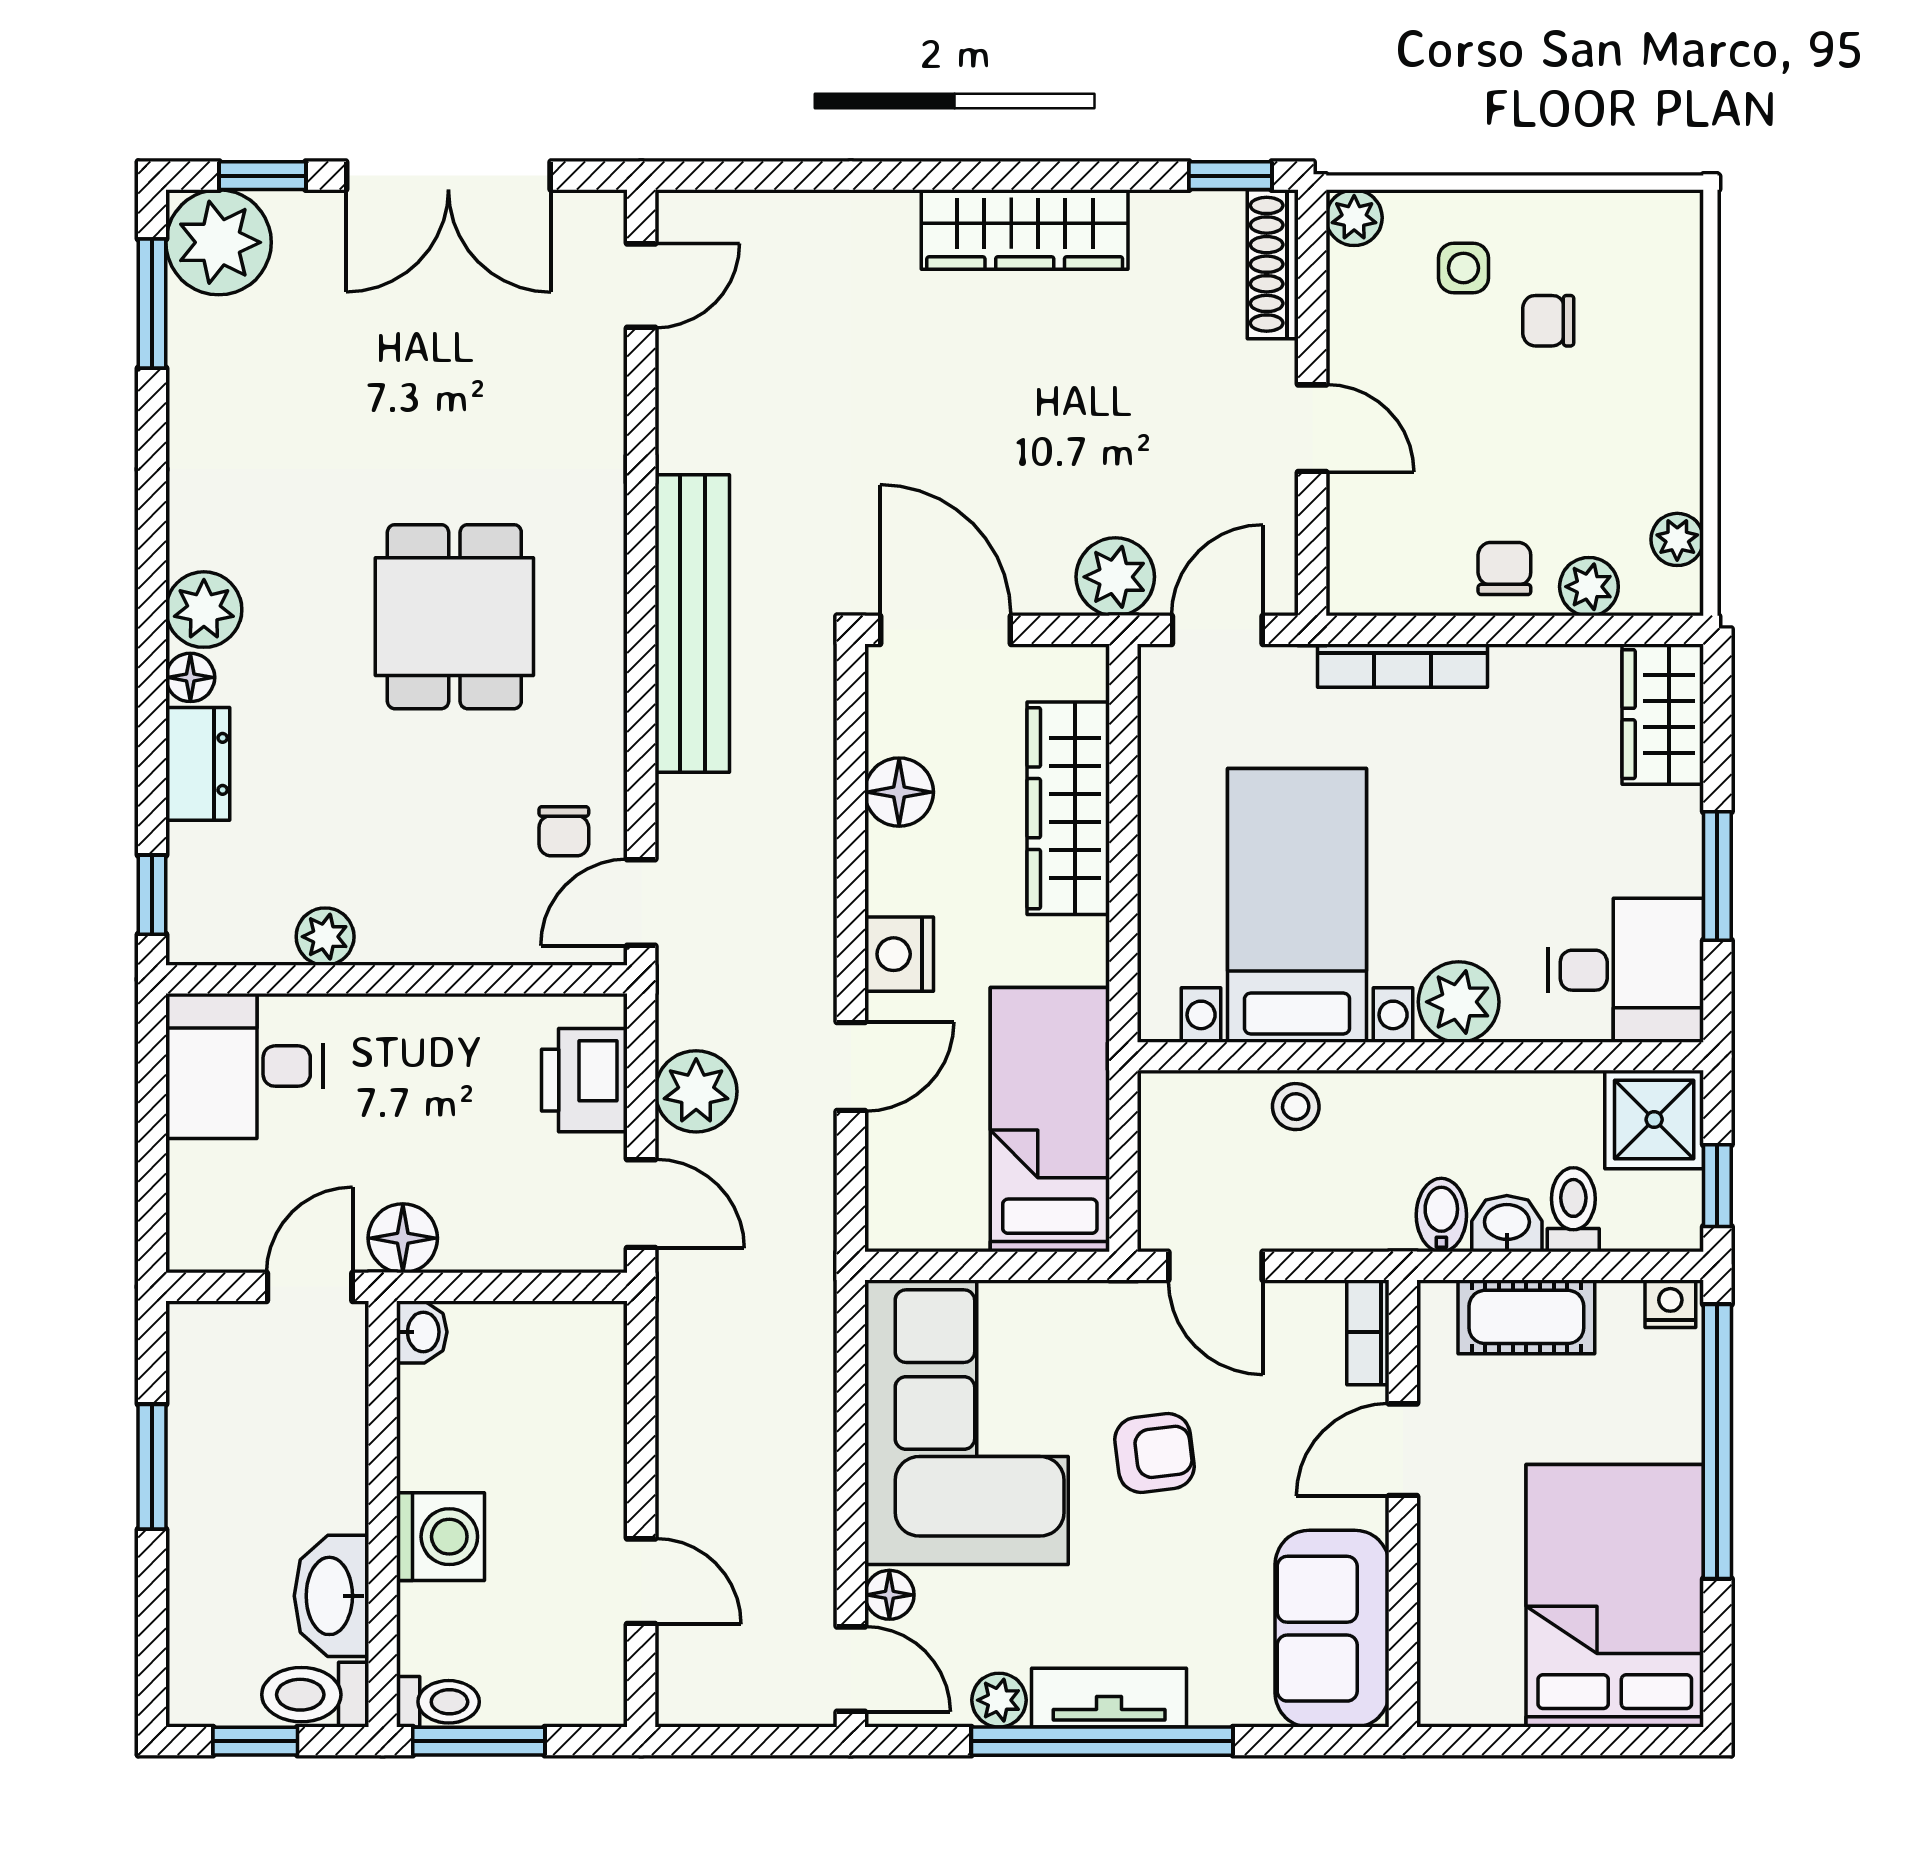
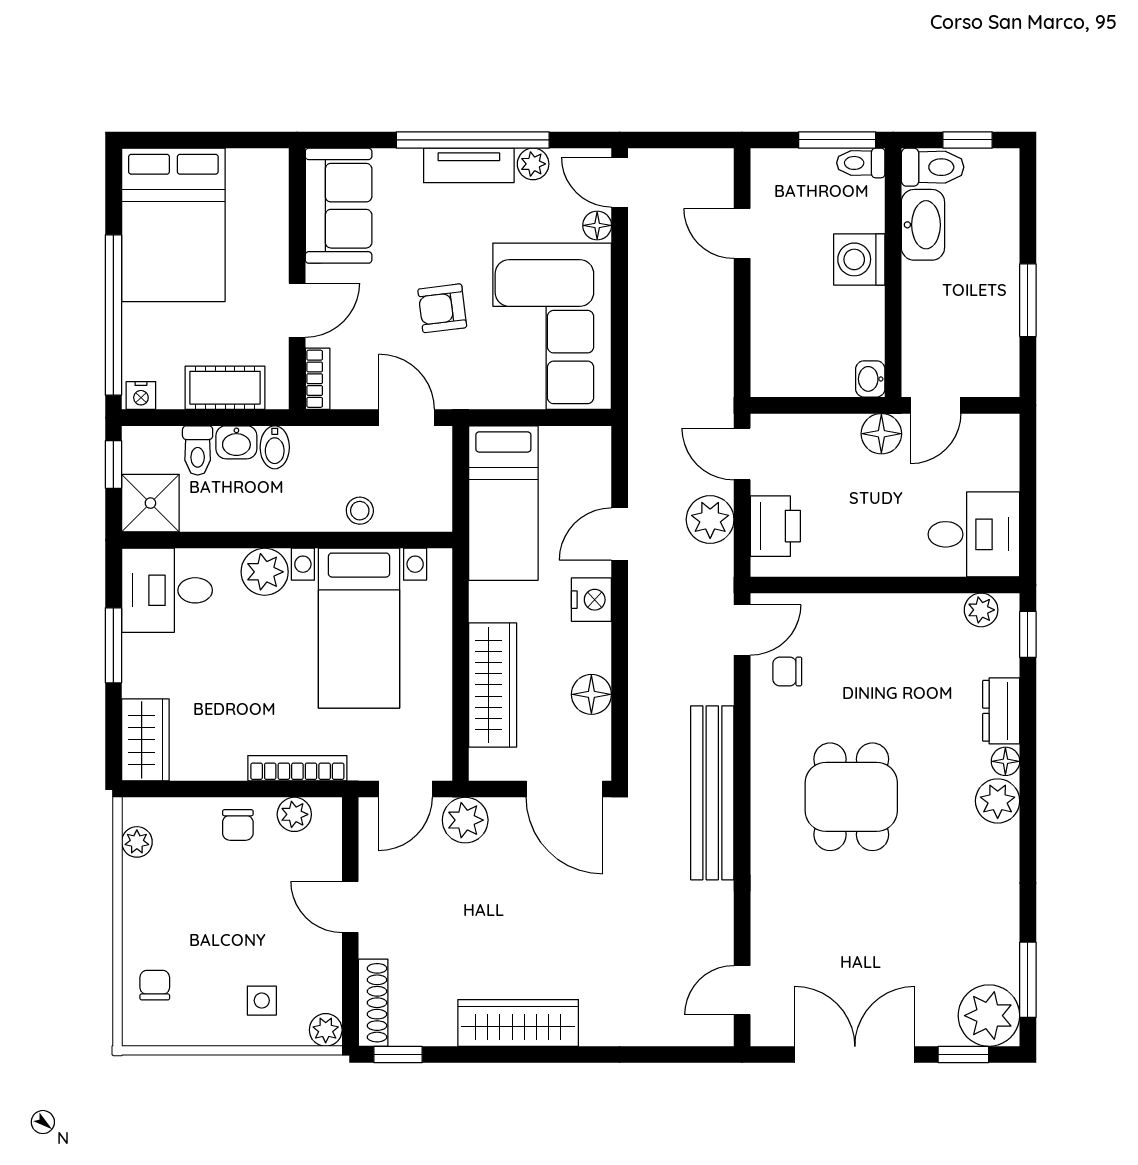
chair: (1548, 321) -> (155, 985), moved, turned -90
plant: (1589, 587) -> (294, 814), moved
chair: (564, 831) -> (787, 671), turned -90
plant: (325, 937) -> (981, 610), moved

